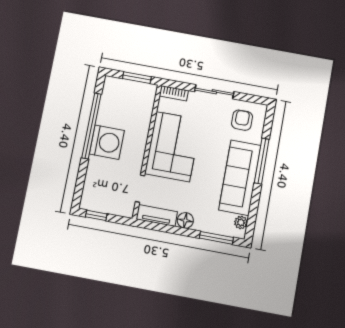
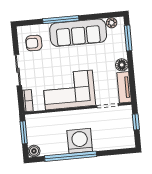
boiler: (111, 84) -> (34, 151), added
window: (96, 215) -> (136, 122), moved

